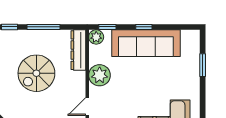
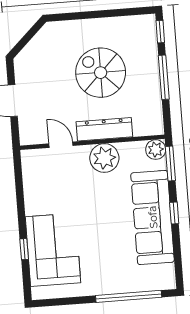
window: (107, 27) -> (170, 164), width x1.50
dresser: (78, 50) -> (104, 129), moved
window: (203, 65) -> (129, 296), width x2.11

